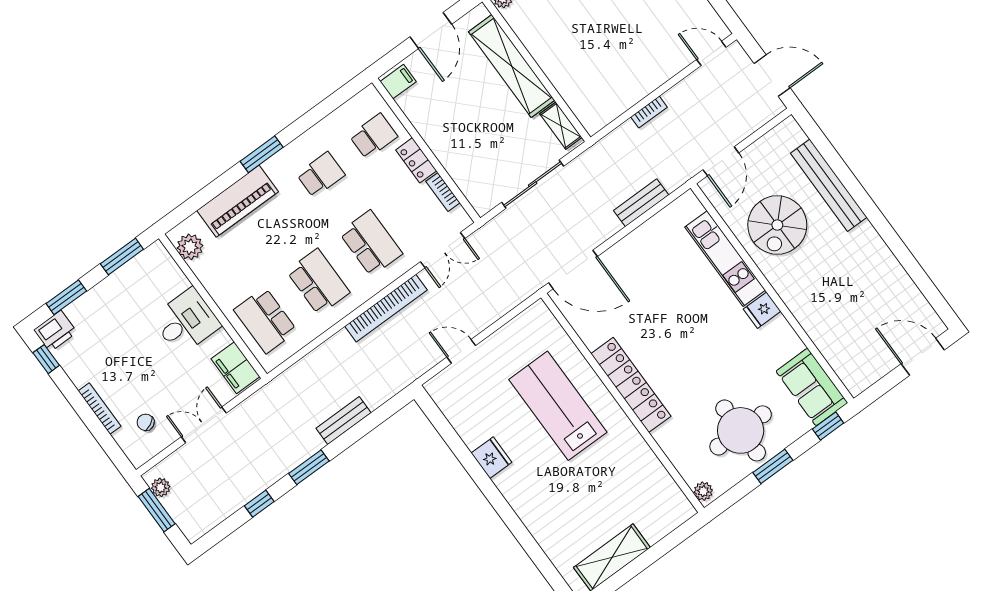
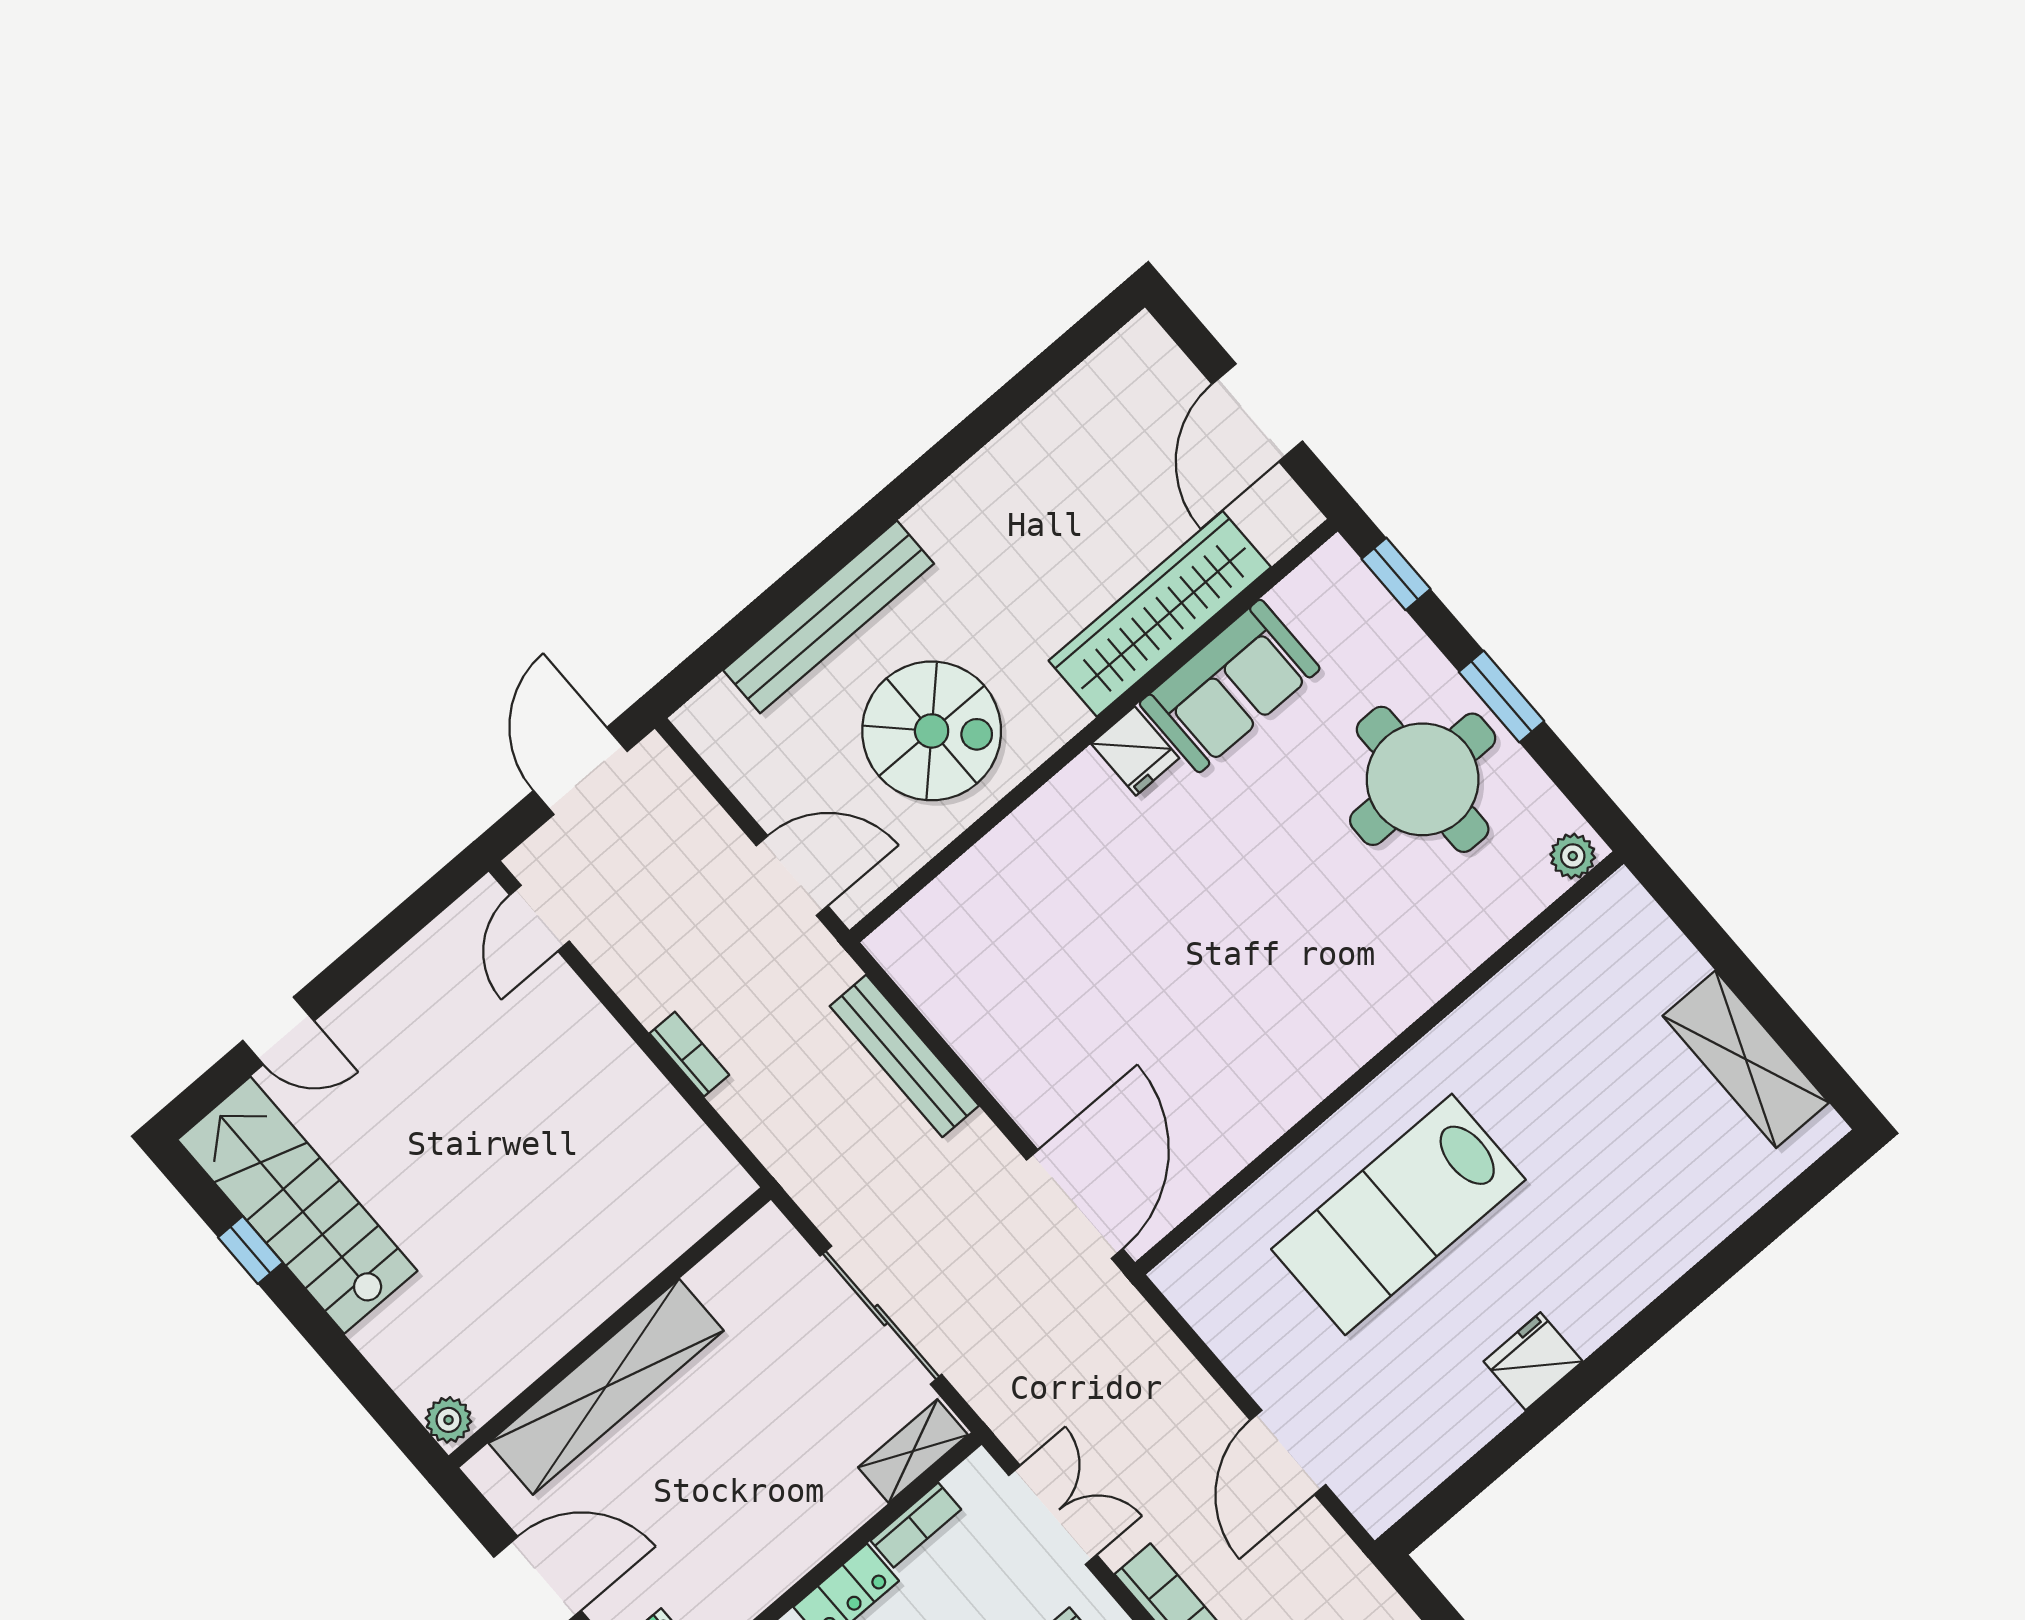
shelving: (561, 126) -> (913, 1451), moved
bench: (641, 203) -> (904, 1056), width x1.36
kitchen unit: (725, 259) -> (1021, 848), removed
wardrobe: (819, 325) -> (1160, 614), added
door: (461, 351) -> (1288, 1452), width x1.38
door: (923, 357) -> (1257, 413), moved
locker: (631, 385) -> (1336, 1046), removed
sofa: (812, 387) -> (1230, 686), moved

